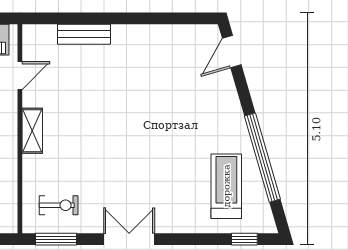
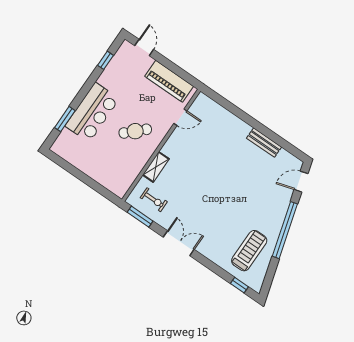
bench: (84, 34) -> (264, 143), moved
shelving: (32, 131) -> (156, 167), moved
window: (262, 158) -> (285, 230), moved

